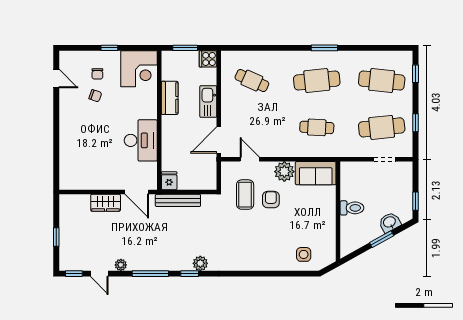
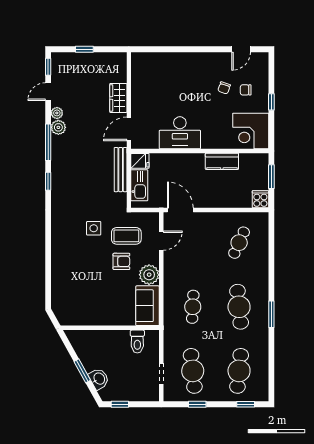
kitchen sink: (208, 102) -> (139, 185), moved, turned 90
toilet: (352, 208) -> (137, 342), moved
side table: (304, 254) -> (94, 228), moved
plant: (200, 263) -> (58, 127), moved

